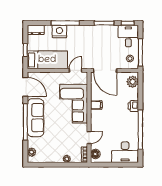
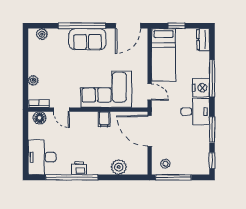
nightstand: (59, 31) -> (201, 88), moved
desk: (128, 36) -> (195, 111), moved
door: (105, 70) -> (150, 131), hinge flipped
plant: (133, 82) -> (119, 167), moved
printer: (133, 106) -> (79, 168), moved
sofa: (35, 118) -> (87, 39), width x0.73

